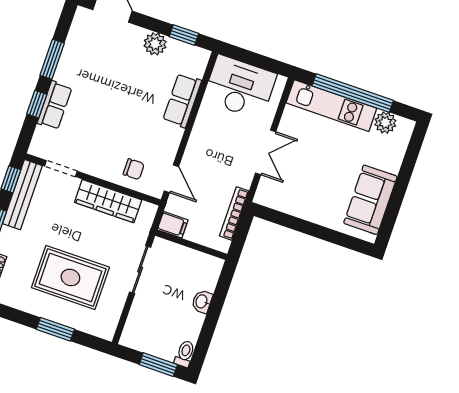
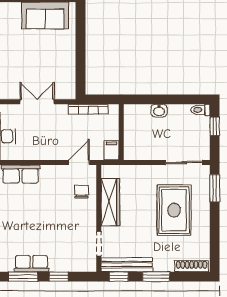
row of seats: (55, 105) -> (31, 264), moved
sliding door: (140, 270) -> (184, 162), moved
window: (55, 329) -> (215, 188), moved
window: (158, 365) -> (215, 126), width x0.67

